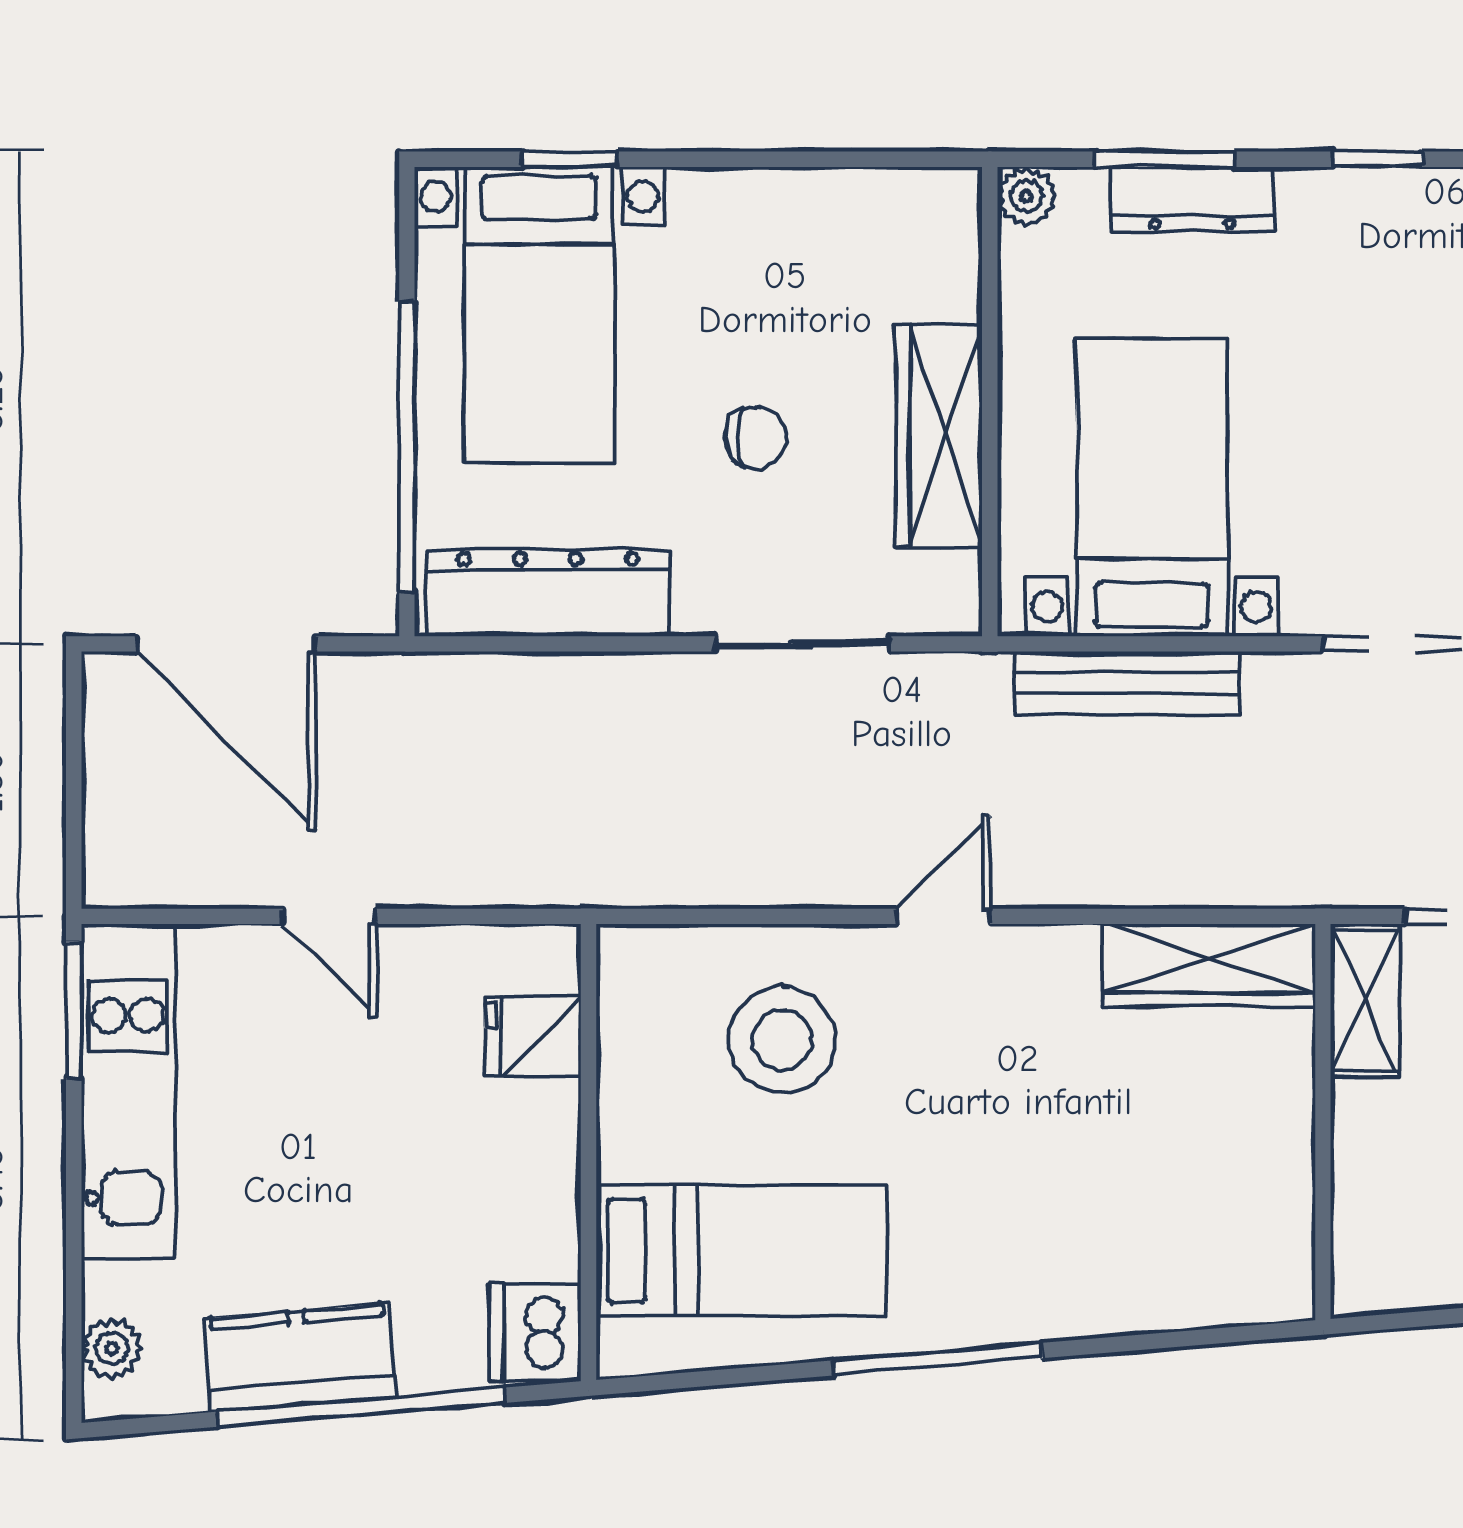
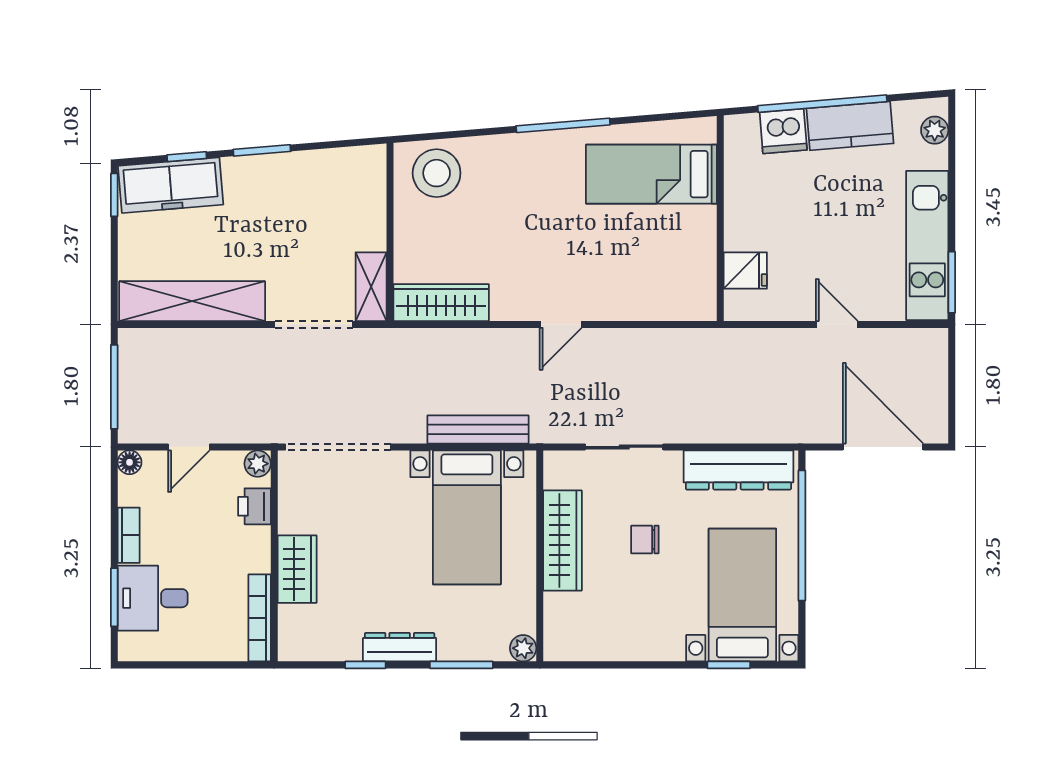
dresser: (1192, 199) -> (400, 647), moved
stool: (782, 1040) -> (437, 173), moved
dishwasher: (535, 1332) -> (783, 131), moved, turned 85

